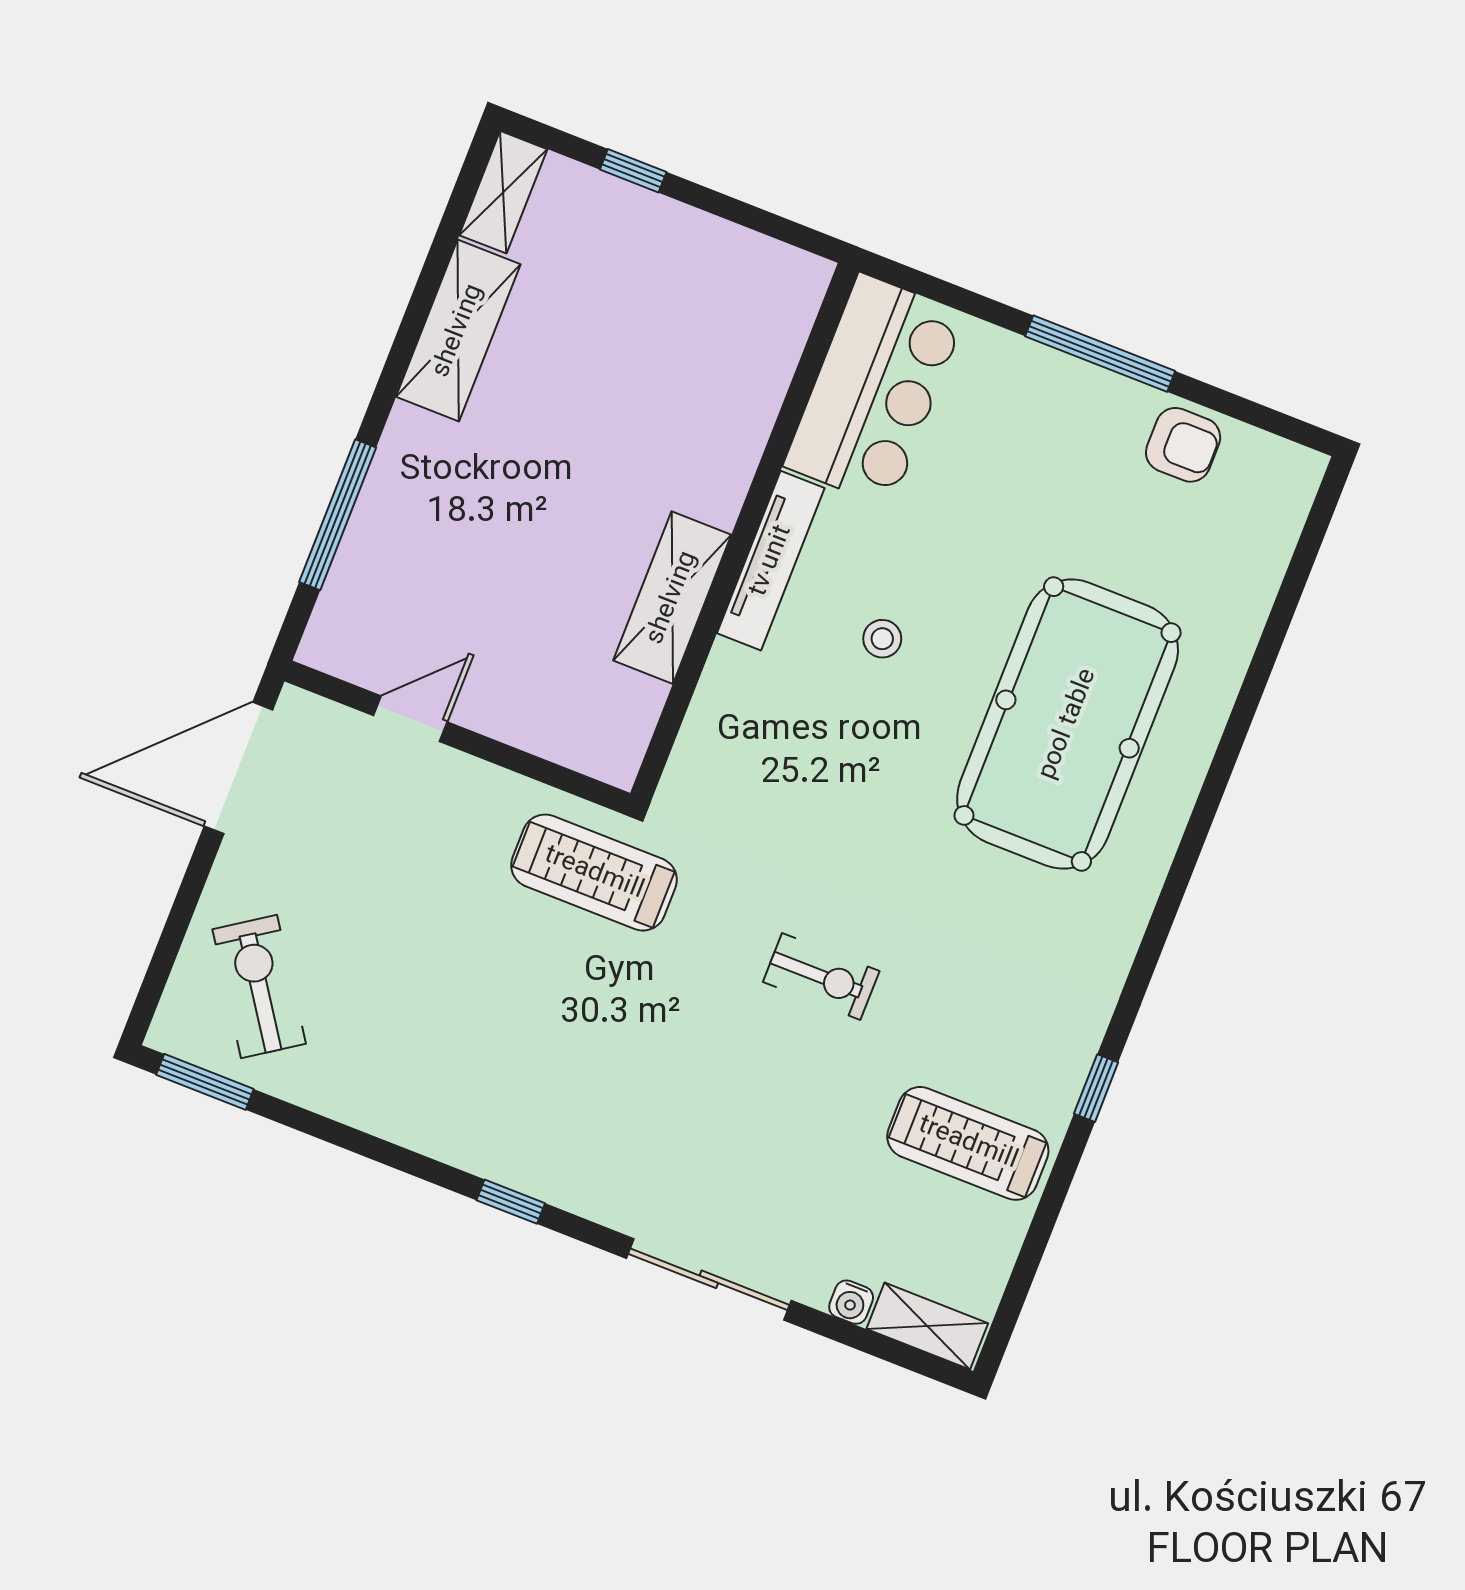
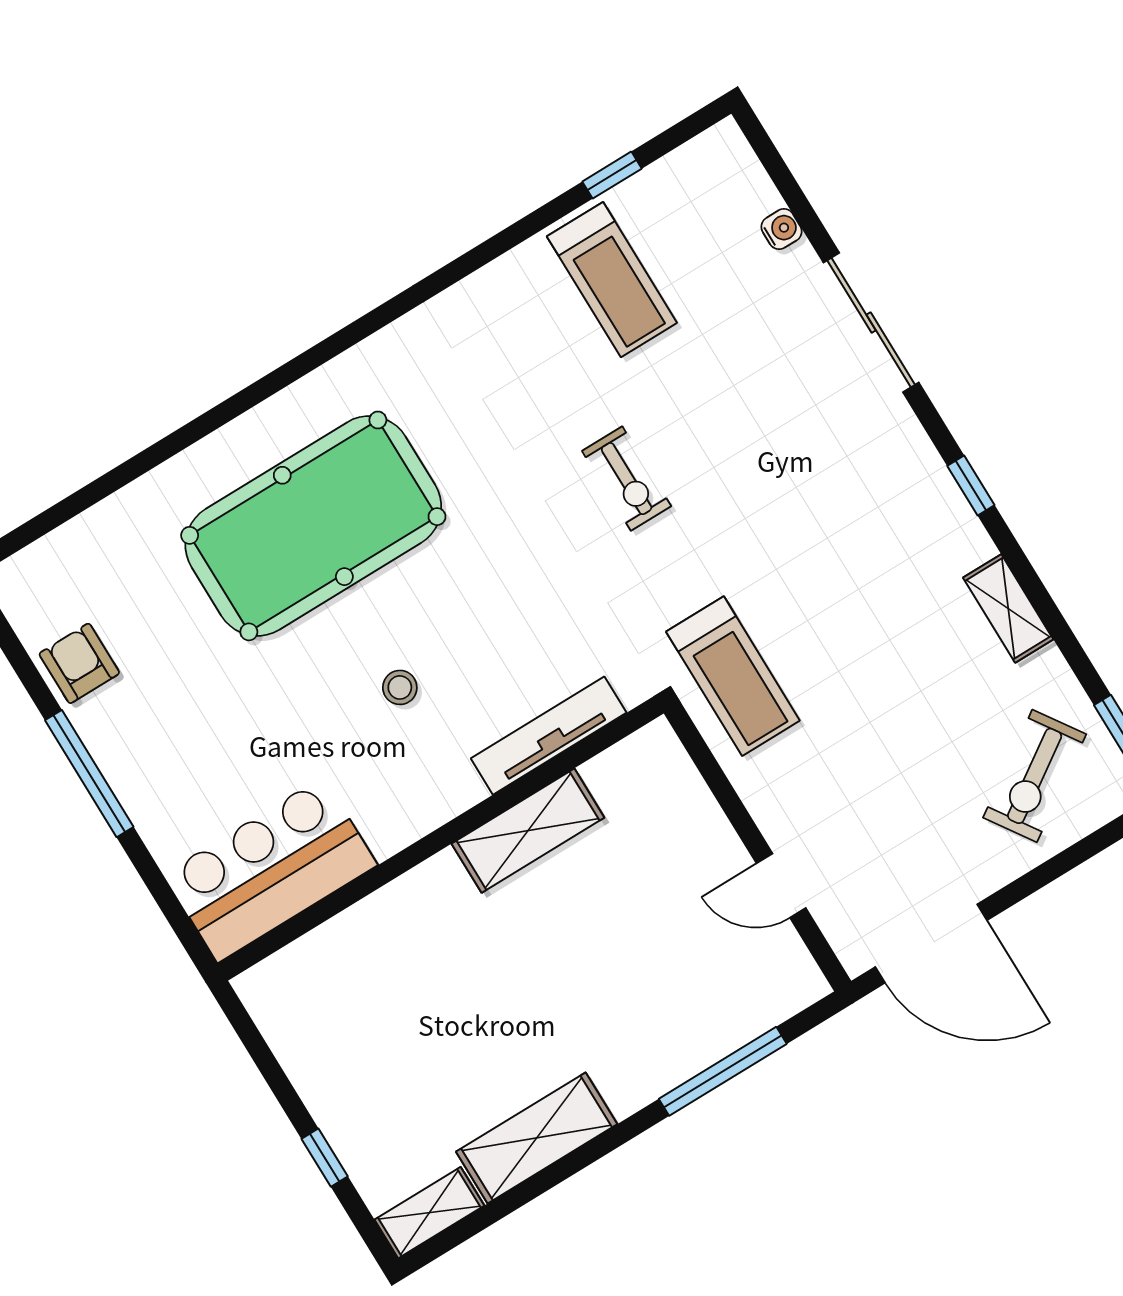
tv unit: (771, 561) -> (549, 736), moved
exercise bike: (821, 977) -> (627, 479), turned 180
window: (1096, 1088) -> (612, 175), moved
shelving: (927, 1326) -> (1008, 608), moved

